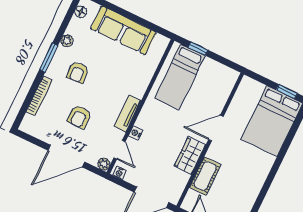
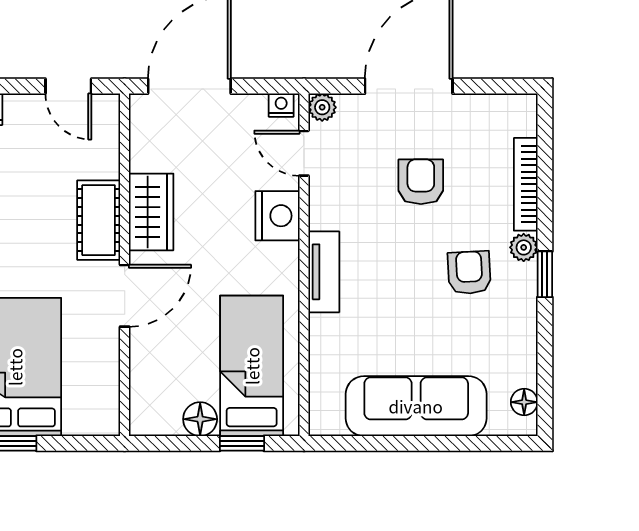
plant: (67, 41) -> (524, 247), moved
window: (49, 57) -> (545, 274), width x0.67
floor lamp: (210, 66) -> (200, 419), added
tv unit: (128, 113) -> (324, 272), moved
nightstand: (136, 133) -> (277, 216), width x1.89, depth x1.79
cot: (205, 176) -> (99, 220), moved

